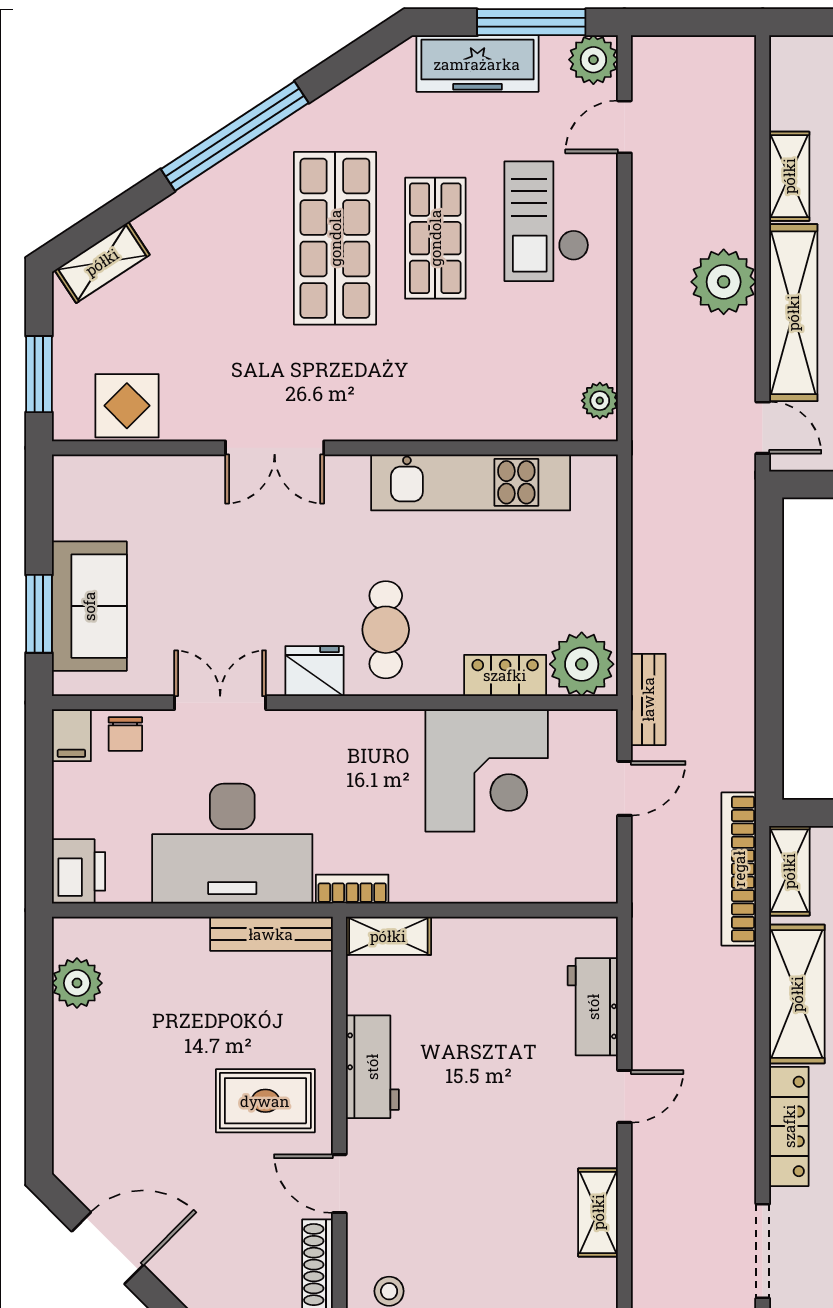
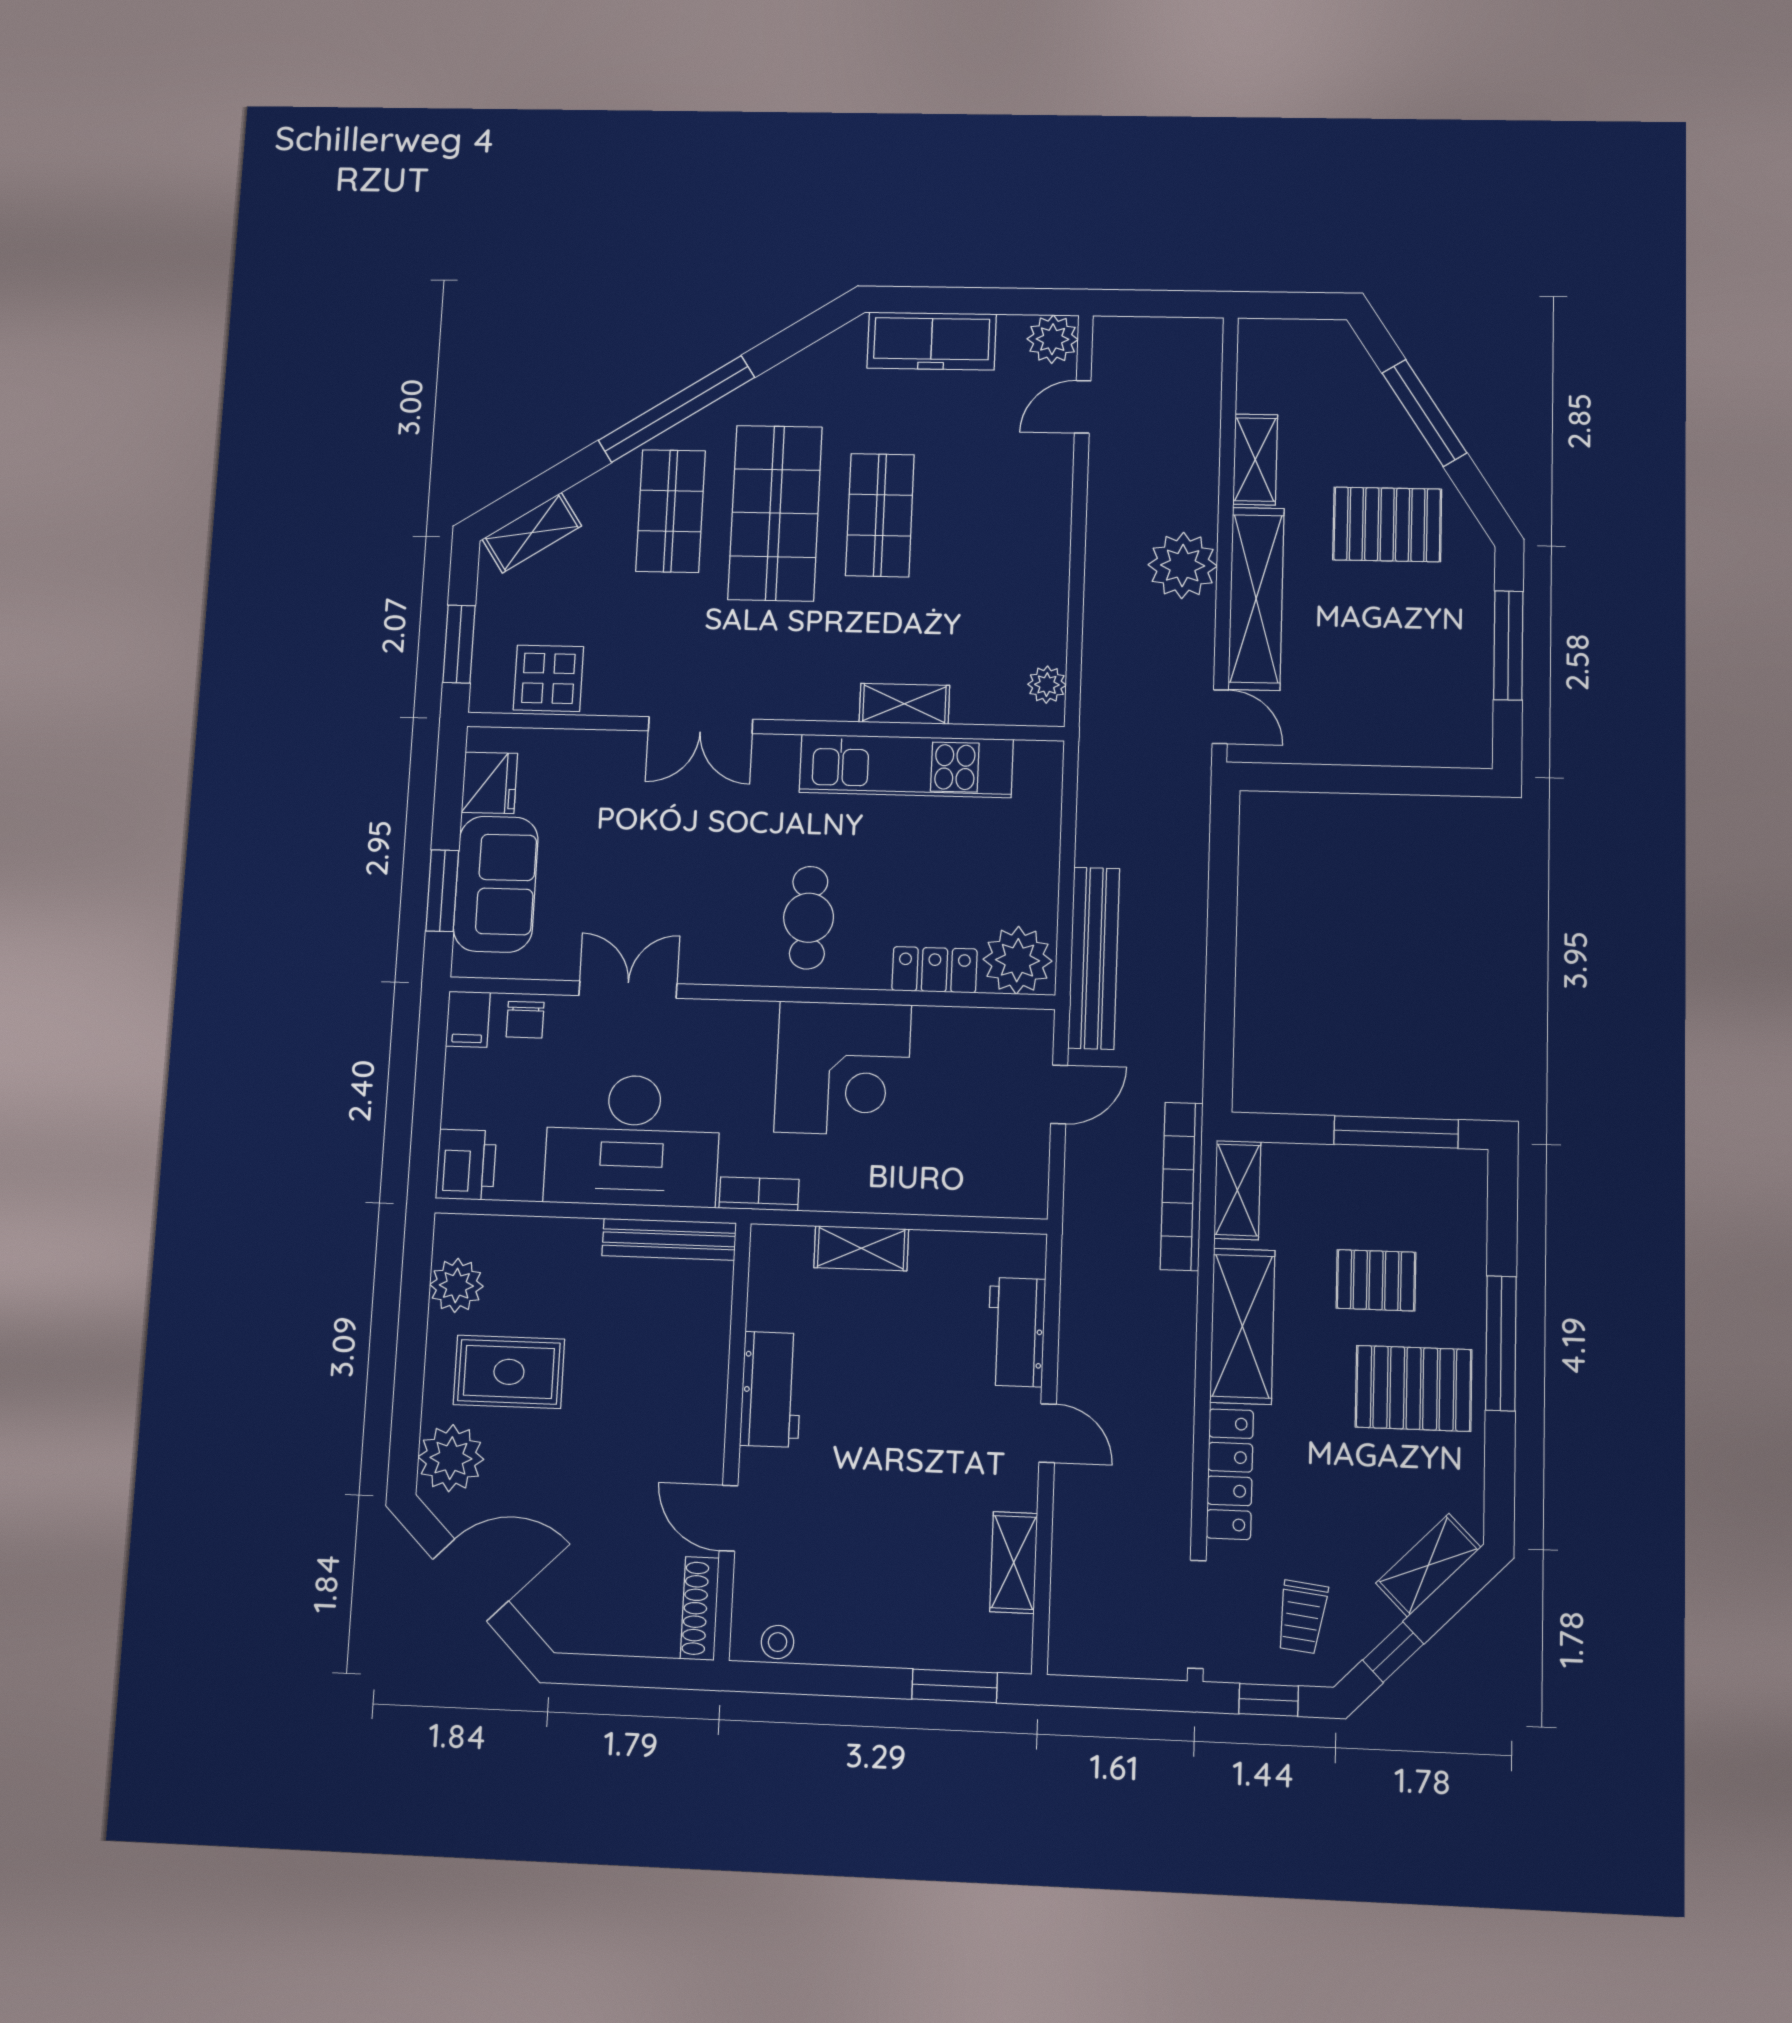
window: (531, 22) -> (989, 301), removed
checkout: (547, 221) -> (997, 500), removed
shop shelf: (235, 238) -> (671, 511), added
shelving: (466, 422) -> (904, 704), added
fridge: (314, 671) -> (489, 783), moved, turned 90
bench: (648, 699) -> (1094, 958), width x1.86, depth x1.21
corner desk: (487, 770) -> (843, 1068), moved
shelving: (388, 936) -> (861, 1248), moved
door: (624, 1096) -> (1048, 1433), hinge flipped
rug: (265, 1101) -> (509, 1372), moved
plant: (82, 1140) -> (451, 1458), added

